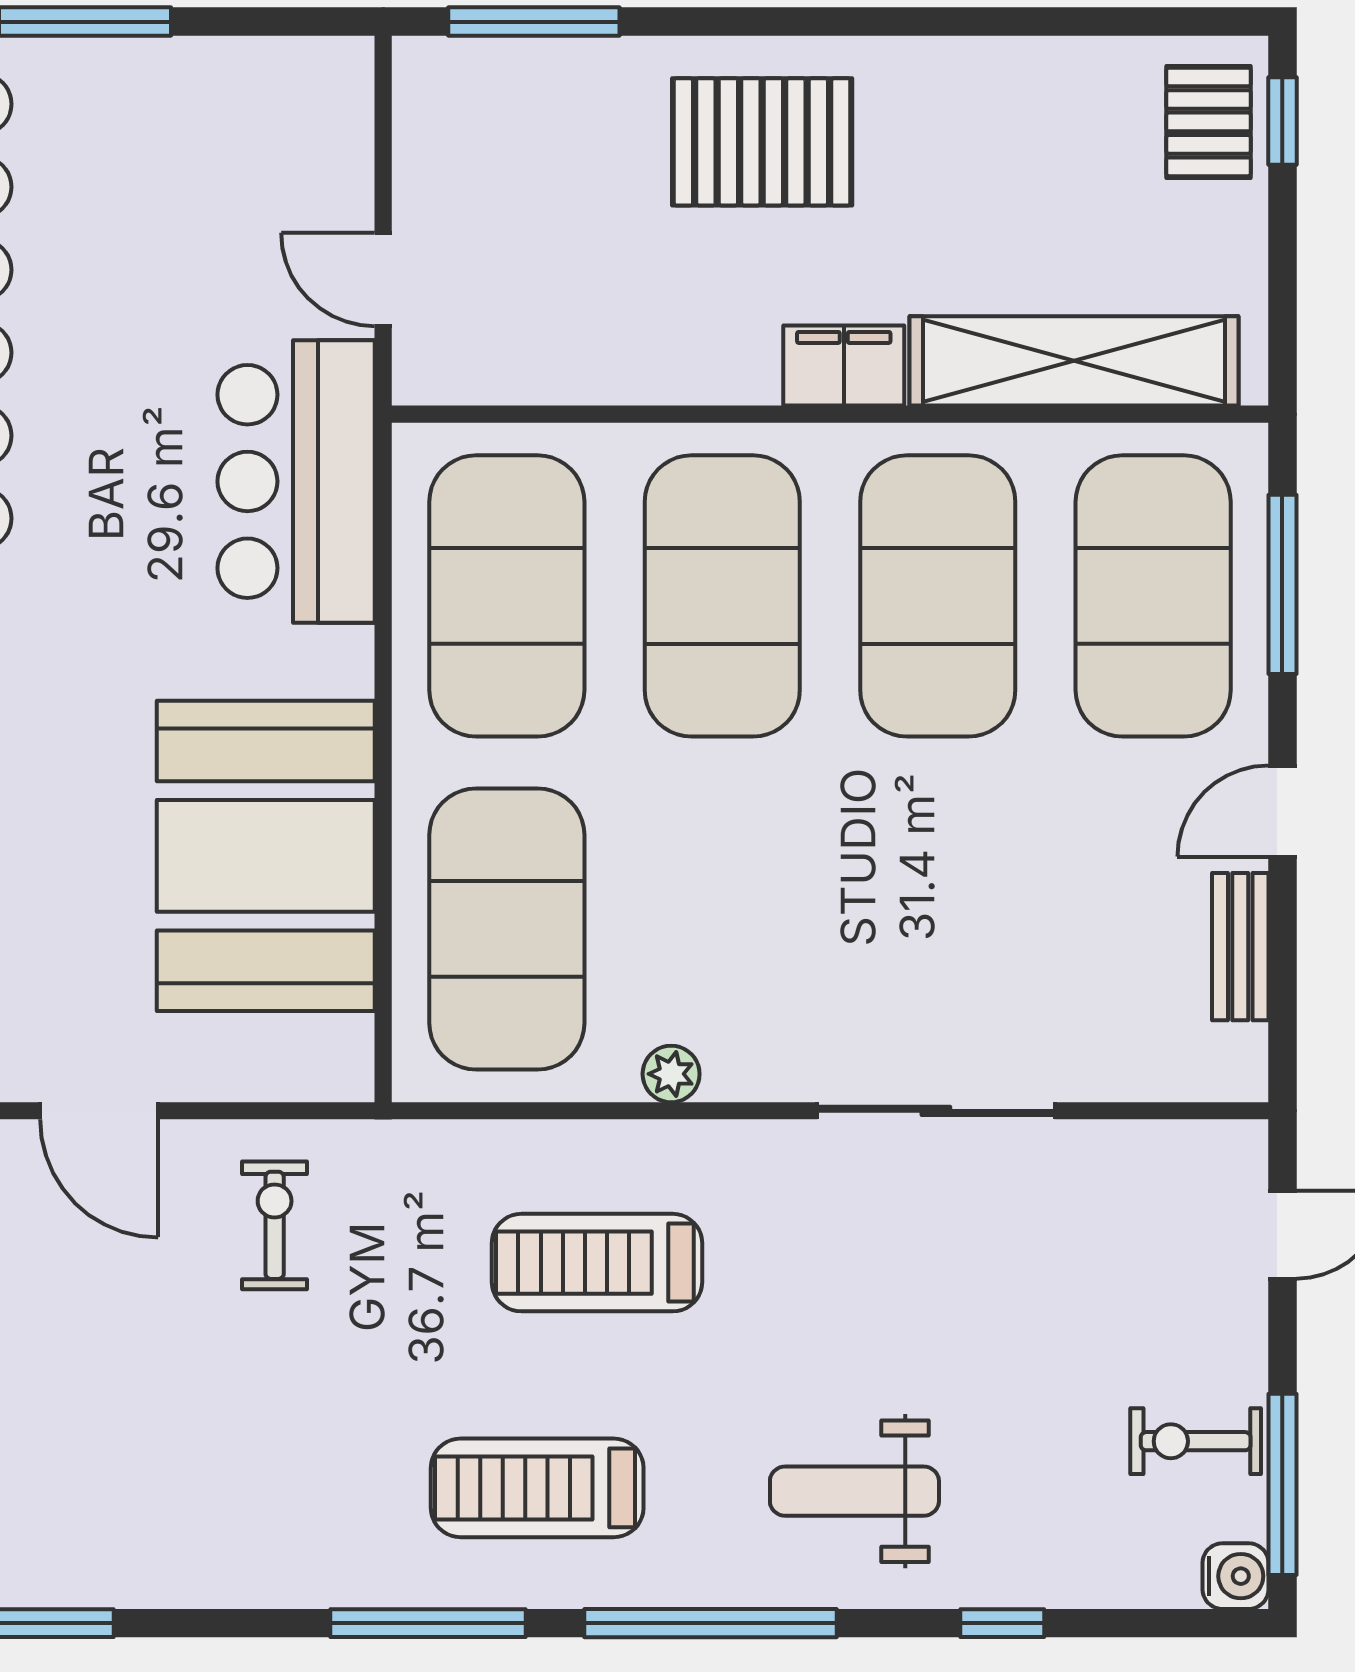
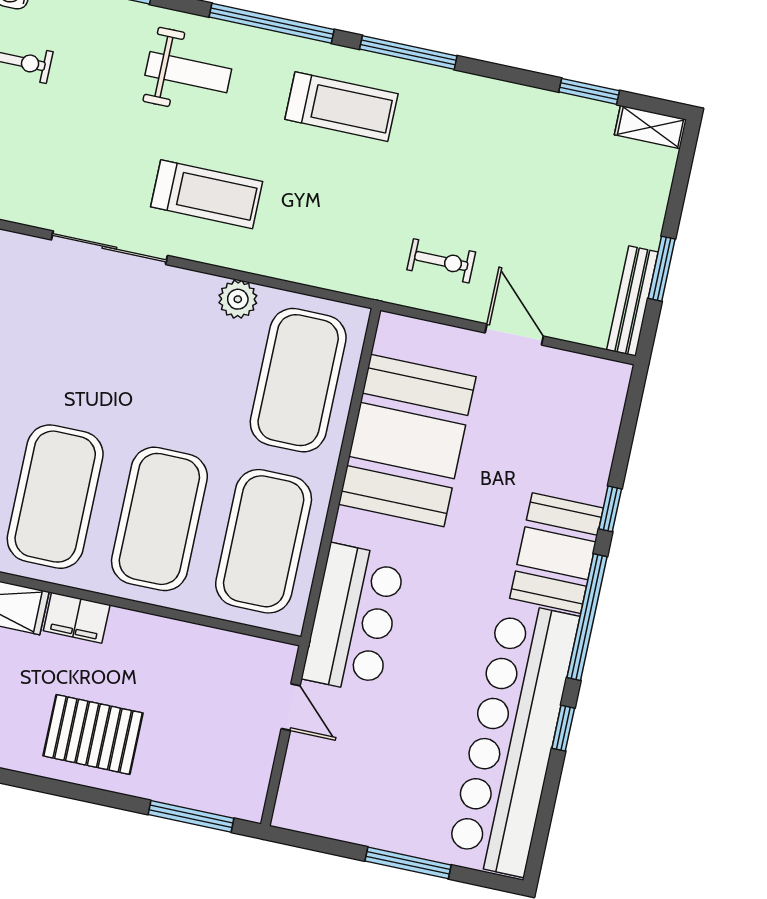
plant: (671, 1074) -> (238, 299), width x1.38, depth x1.38
exercise bike: (275, 1225) -> (441, 261), turned -90
treadmill: (597, 1263) -> (207, 194), moved

